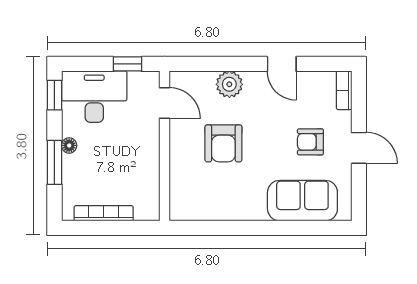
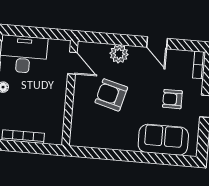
window: (128, 64) -> (49, 33), removed
armchair: (223, 143) -> (111, 95), turned 105

